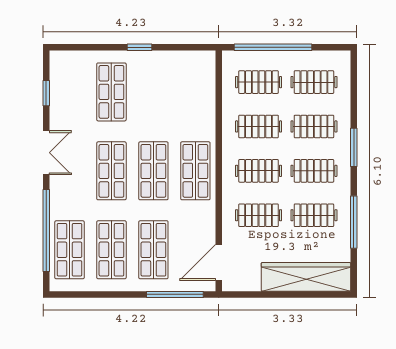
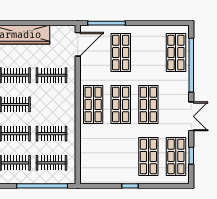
double door: (46, 153) -> (191, 116), swing flipped
clothes rail: (259, 171) -> (52, 104), removed
shop shelf: (111, 250) -> (176, 156), moved

